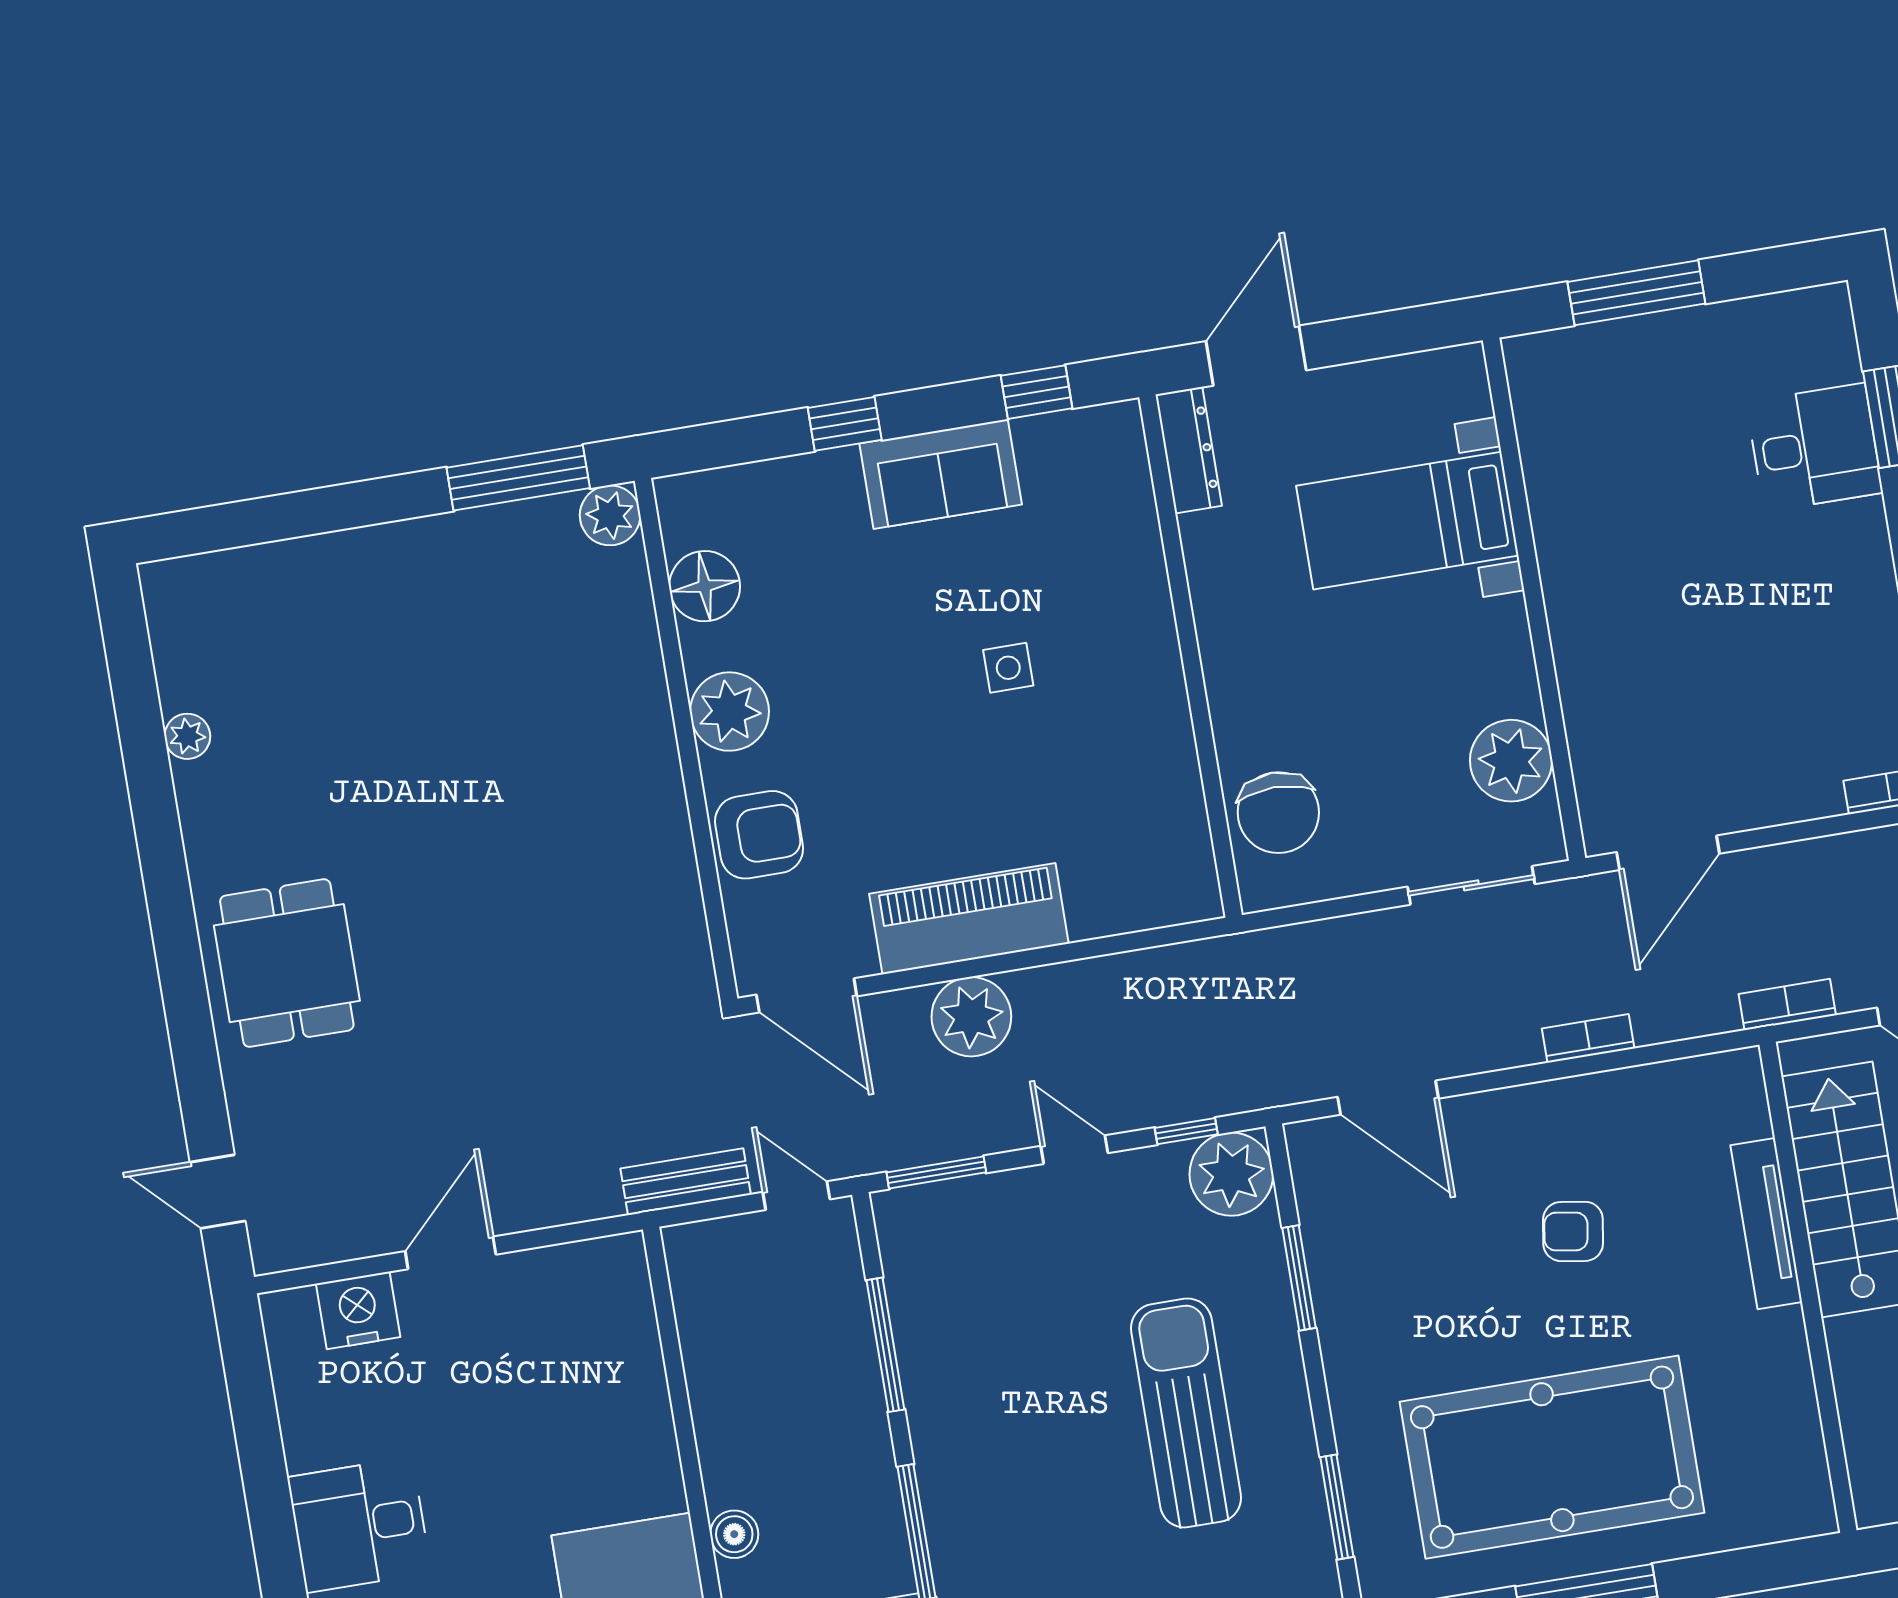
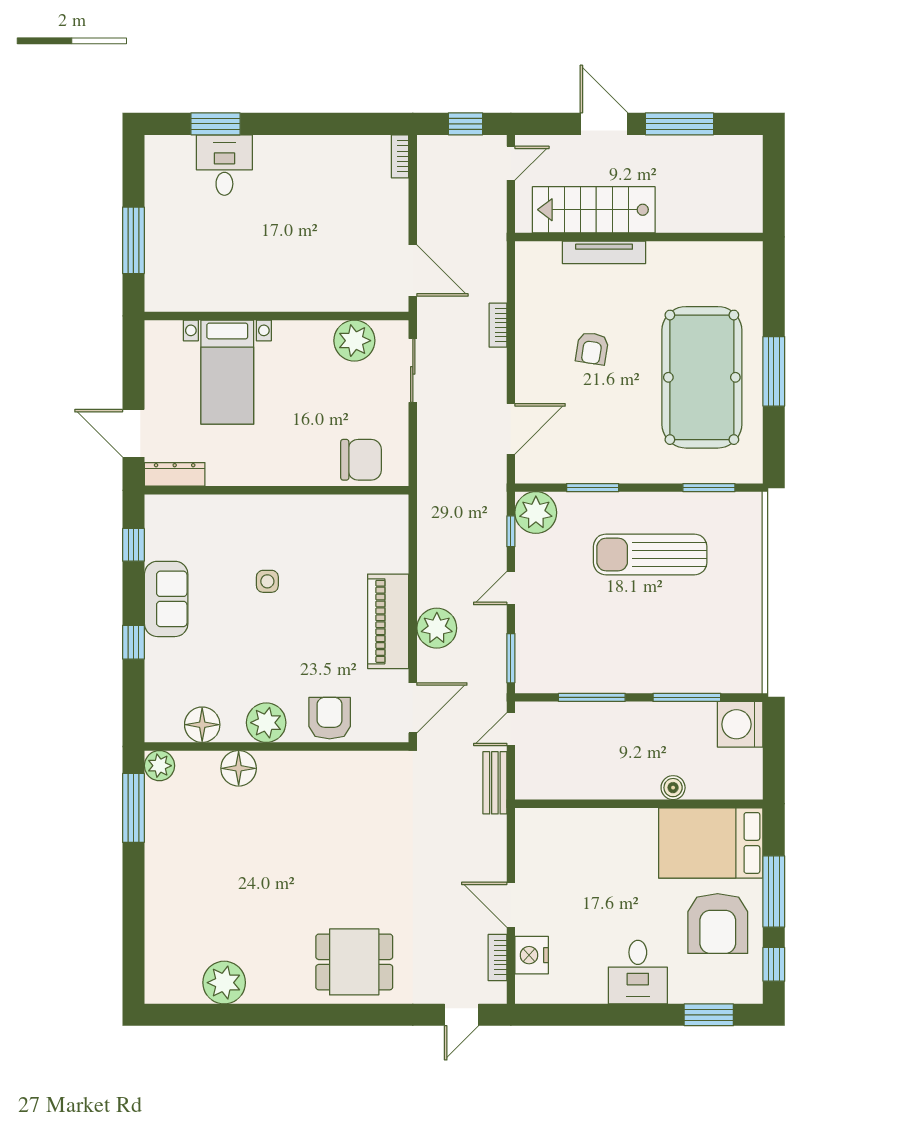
floor lamp: (631, 672) -> (239, 768), added
plant: (187, 736) -> (224, 983), width x1.87, depth x1.87
bookcase: (1787, 1005) -> (497, 958), moved

